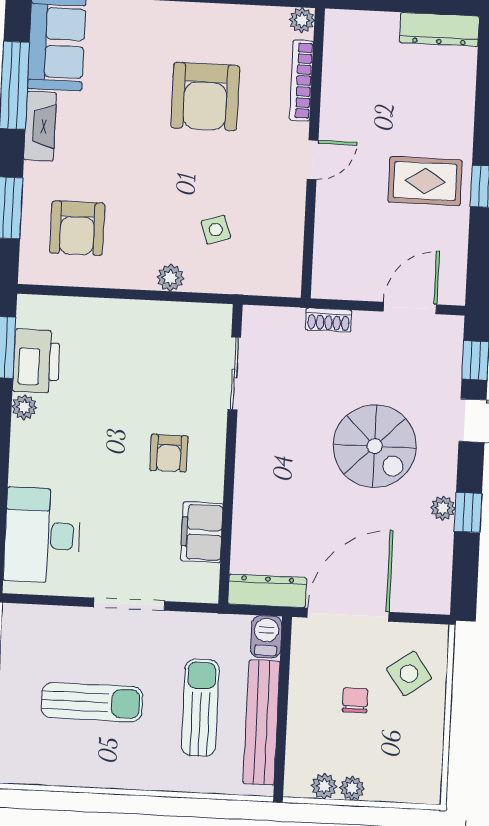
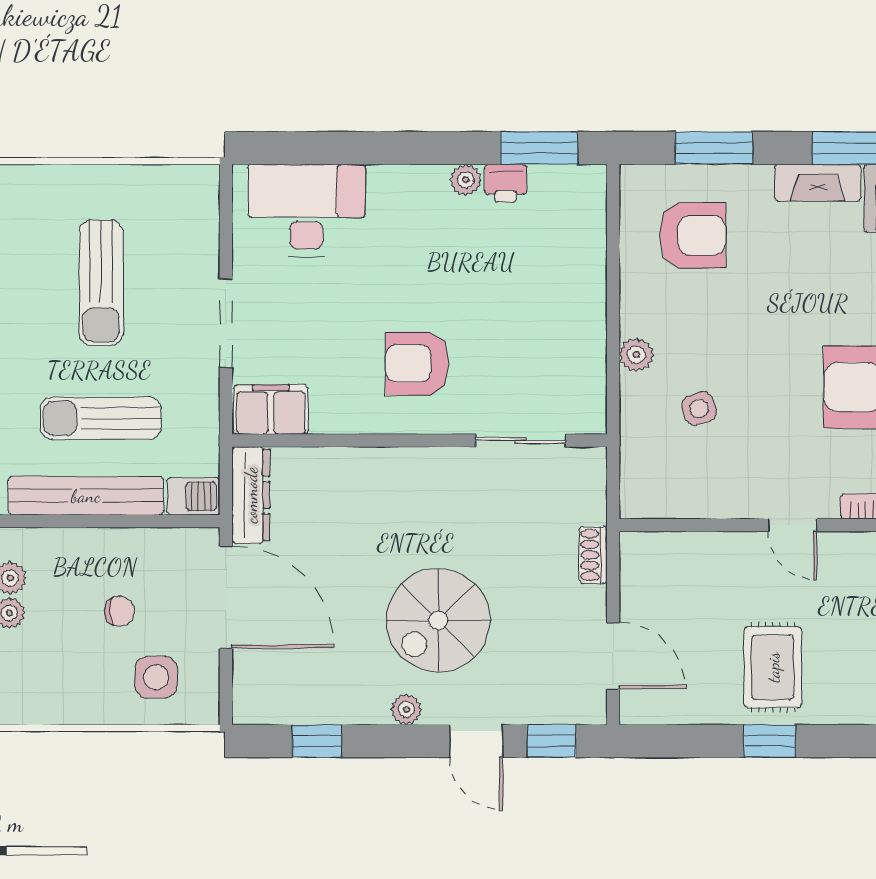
armchair: (77, 228) -> (693, 235), turned 180
printer: (36, 361) -> (506, 183), width x0.53, depth x0.68
armchair: (169, 453) -> (417, 363), width x1.38, depth x1.38
plant: (443, 508) -> (406, 709), moved
window: (468, 512) -> (317, 741), moved
filing cabinet: (202, 532) -> (271, 410), moved
side table: (409, 674) -> (156, 677), turned 35
sun lounger: (200, 708) -> (101, 418), turned 180

